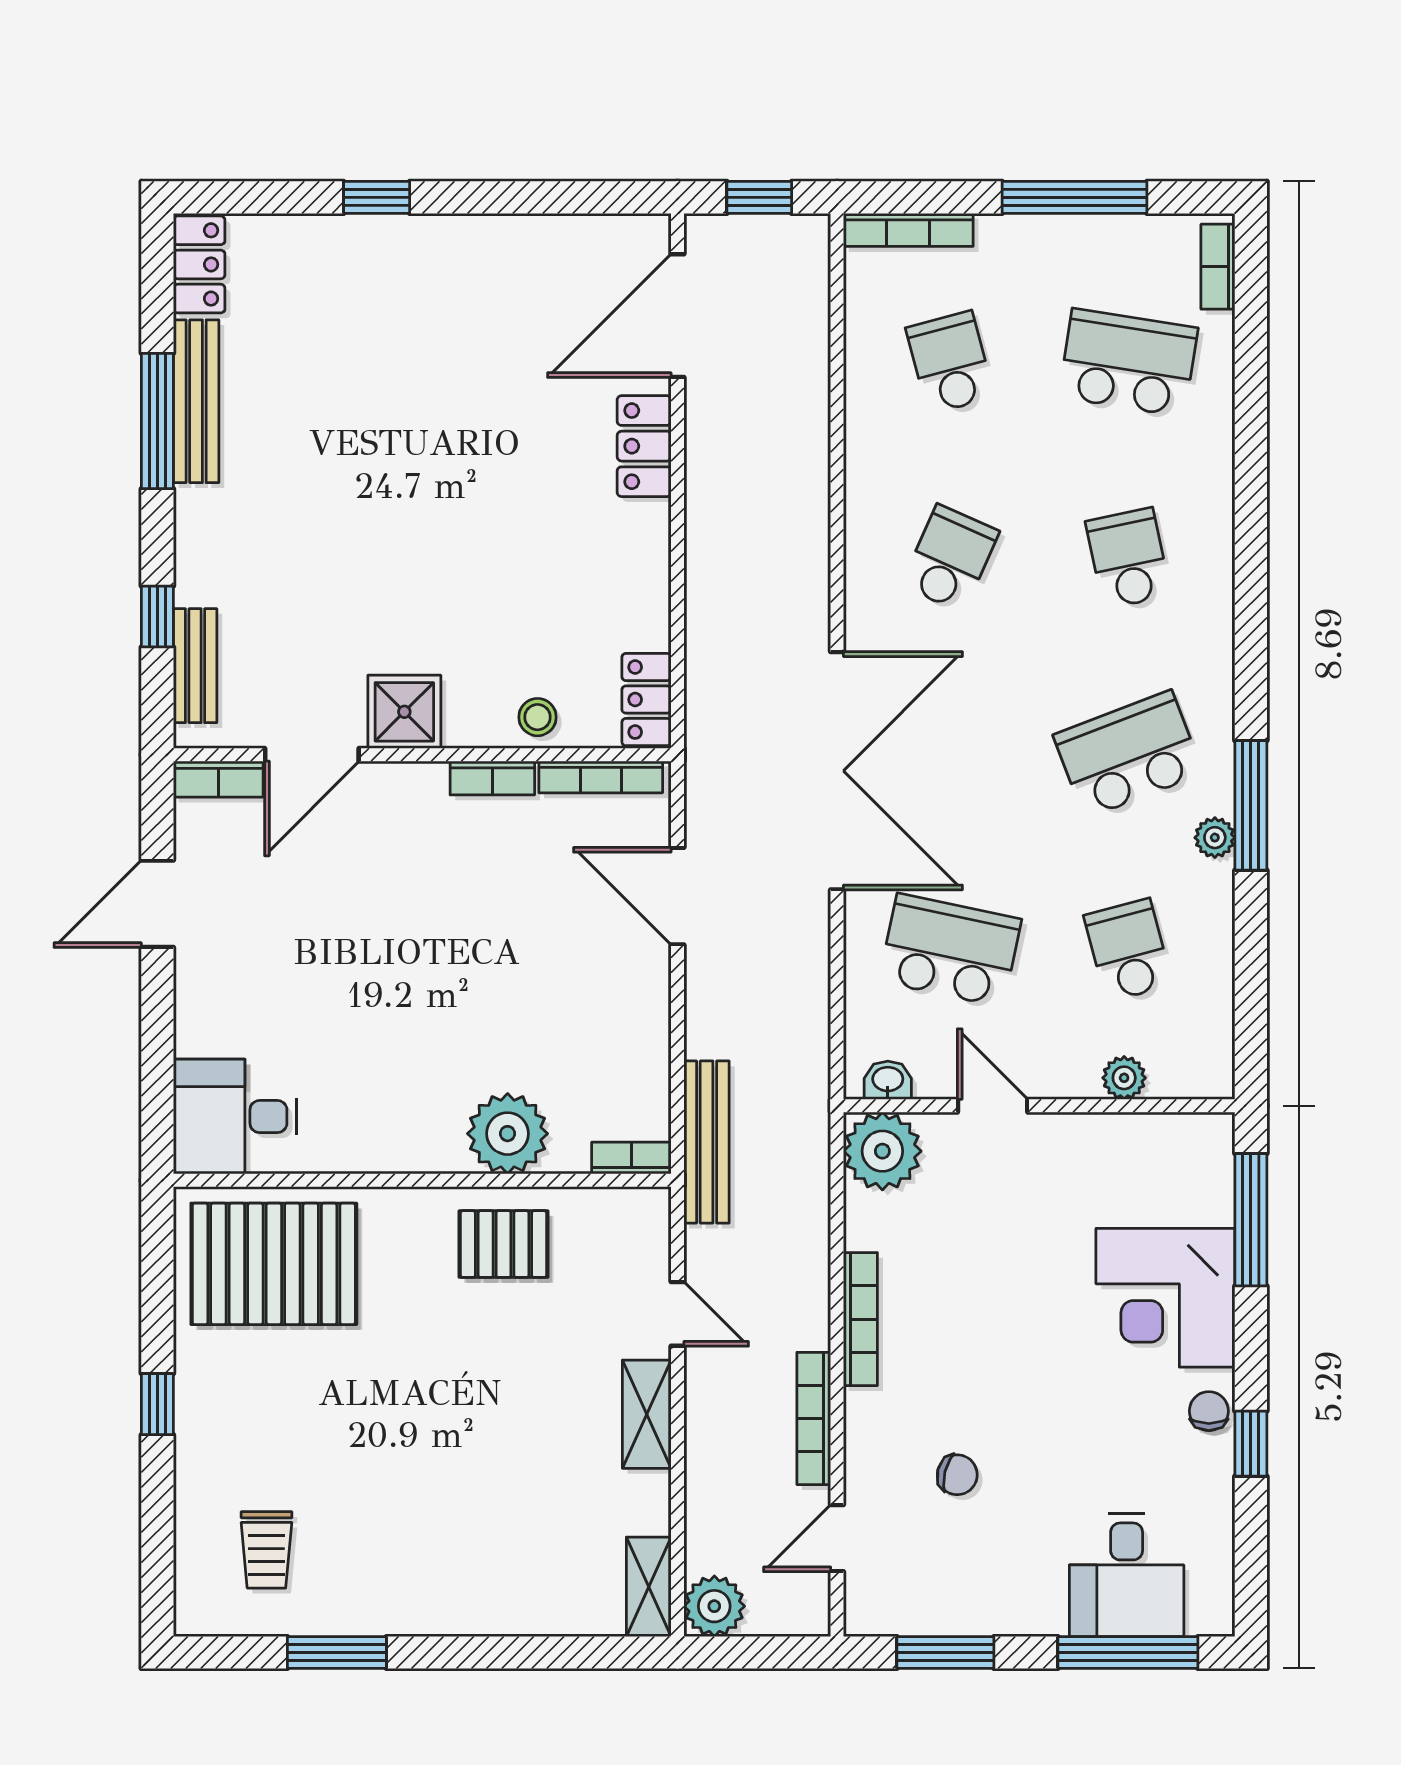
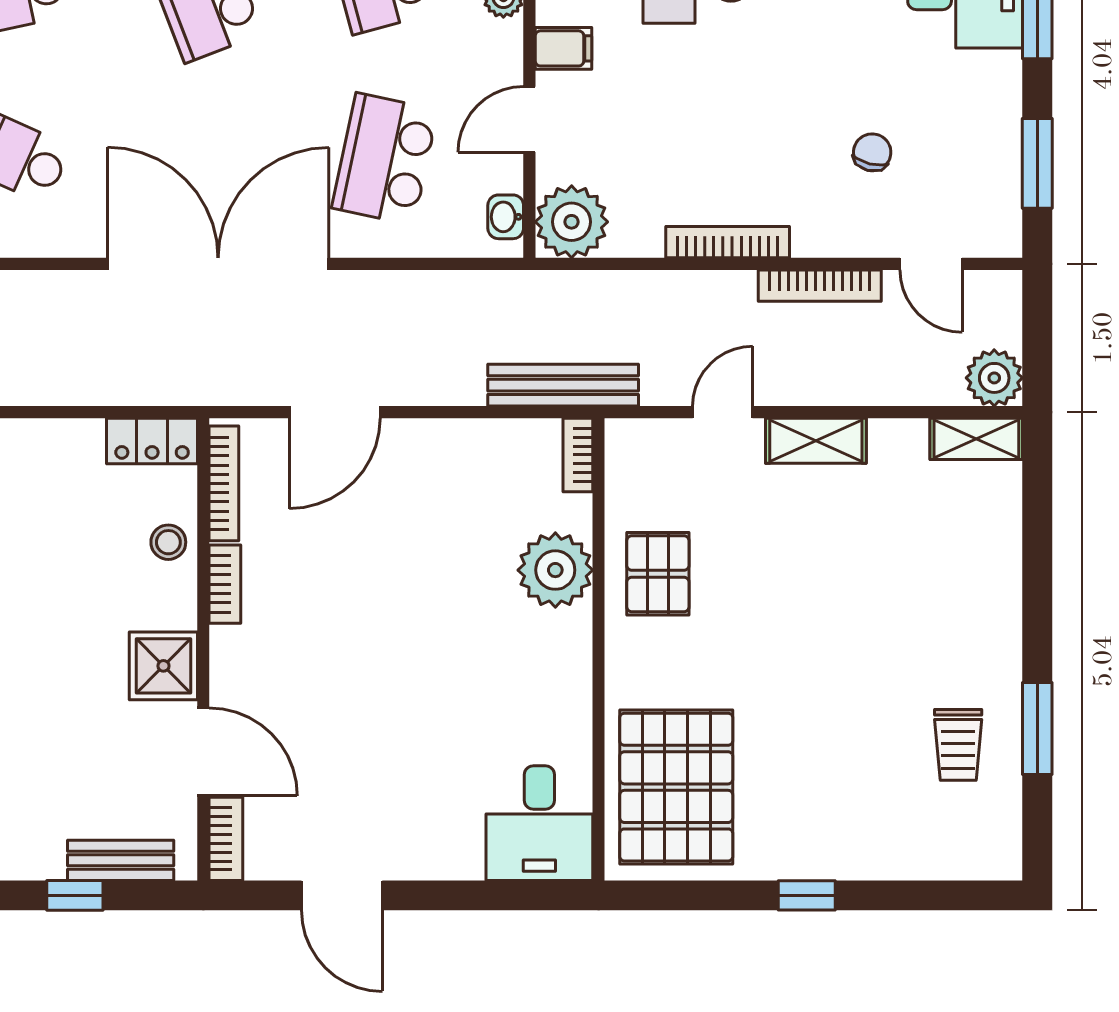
filing cabinet: (1069, 1142) -> (563, 48), added
trolley: (266, 1550) -> (958, 745), moved, turned 90

